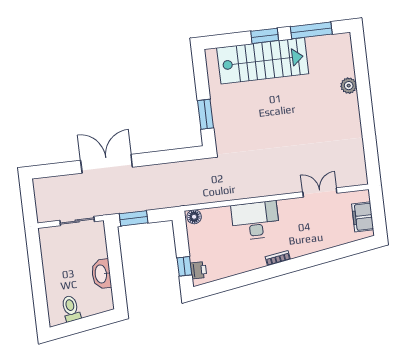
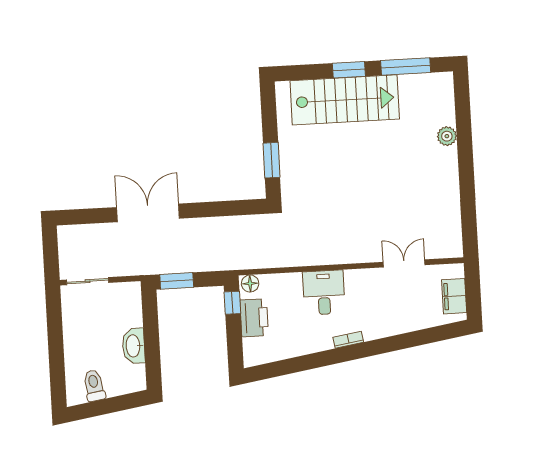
desk: (255, 220) -> (324, 293), width x0.73
sliding door: (77, 221) -> (88, 281), moved
window: (184, 266) -> (232, 303), moved
printer: (199, 270) -> (254, 318), moved, width x1.87, depth x1.48

